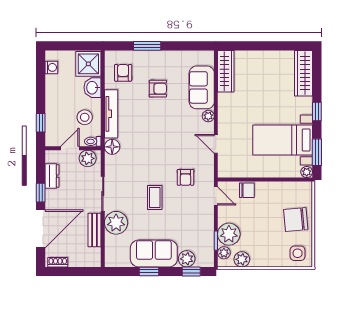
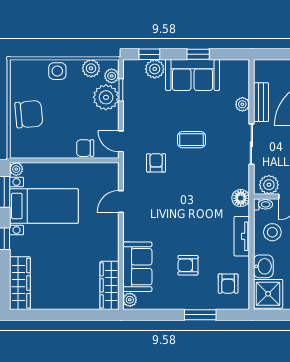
tv unit: (111, 114) -> (242, 236), width x0.71
plant: (208, 116) -> (130, 300), moved
door: (216, 144) -> (121, 201), swing flipped
coffee table: (155, 197) -> (192, 140), turned 90
plant: (116, 223) -> (242, 104), width x0.53, depth x0.53
side table: (298, 253) -> (57, 71), moved

